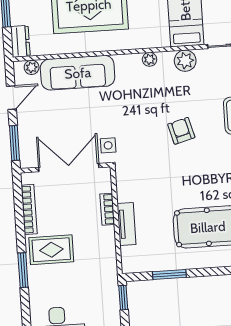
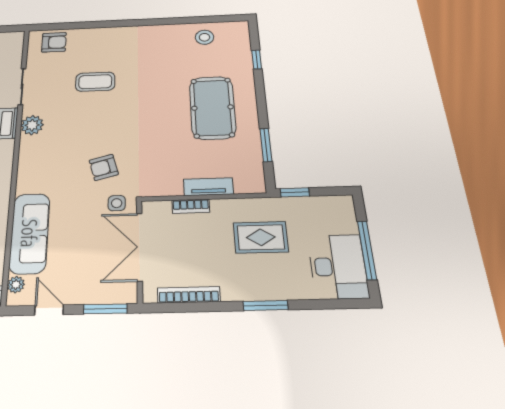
plant: (150, 59) -> (26, 159), removed
armchair: (181, 131) -> (104, 167), moved
rug: (51, 250) -> (261, 237), moved, turned 90

